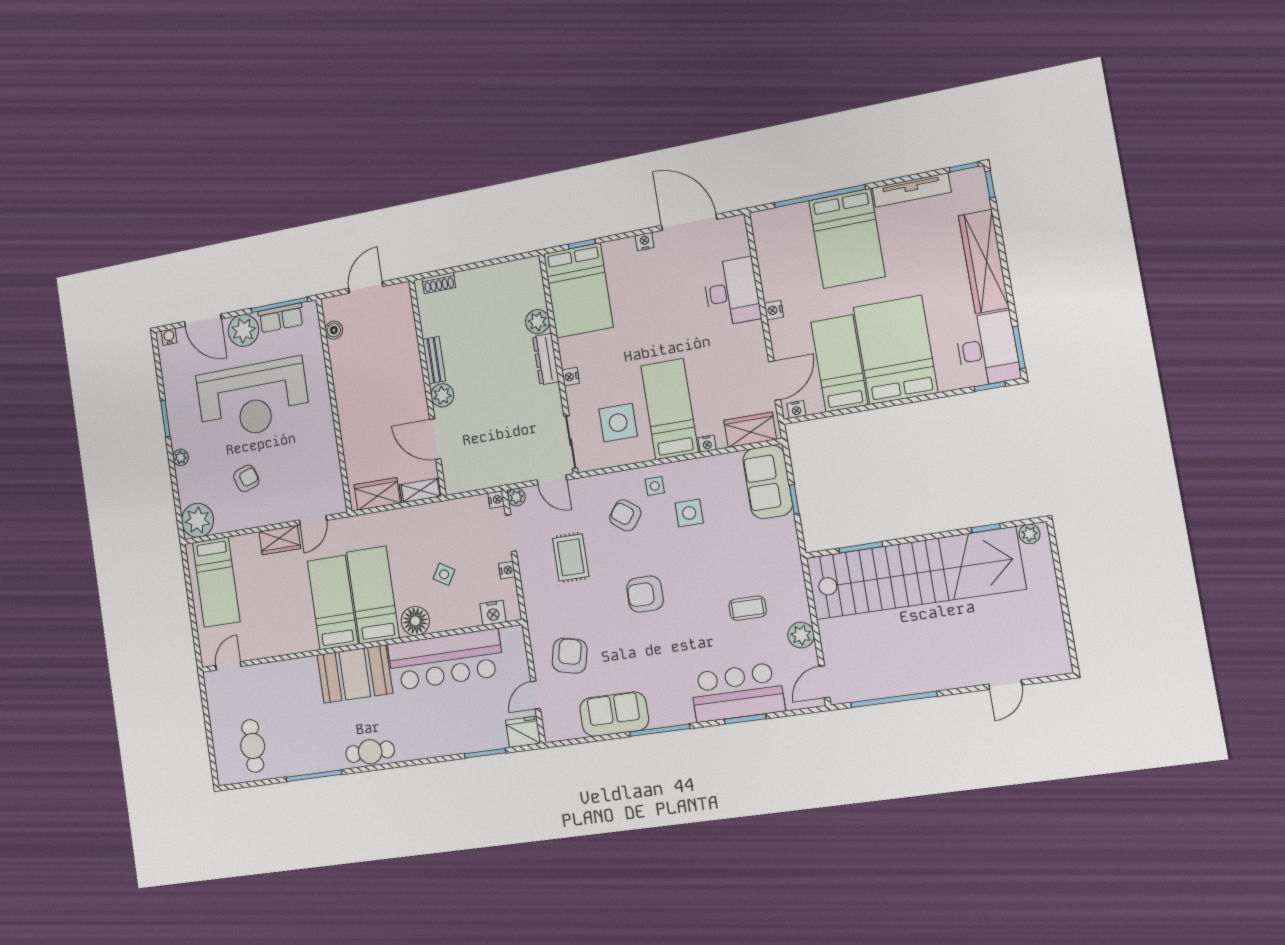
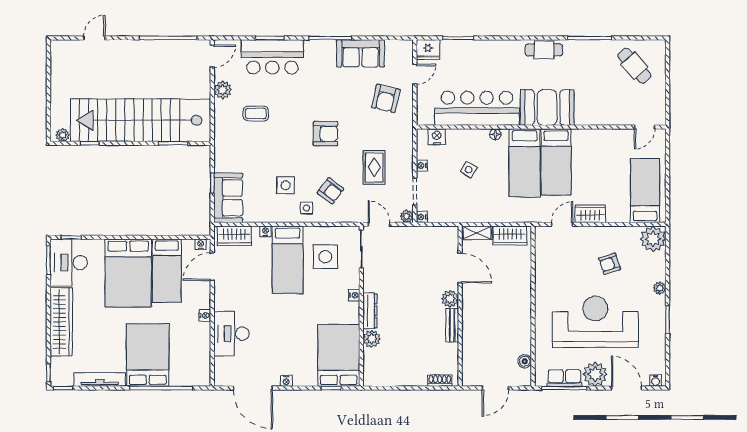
floor lamp: (415, 621) -> (495, 134), width x0.53, depth x0.53
cafe table: (253, 746) -> (634, 66), turned -41

